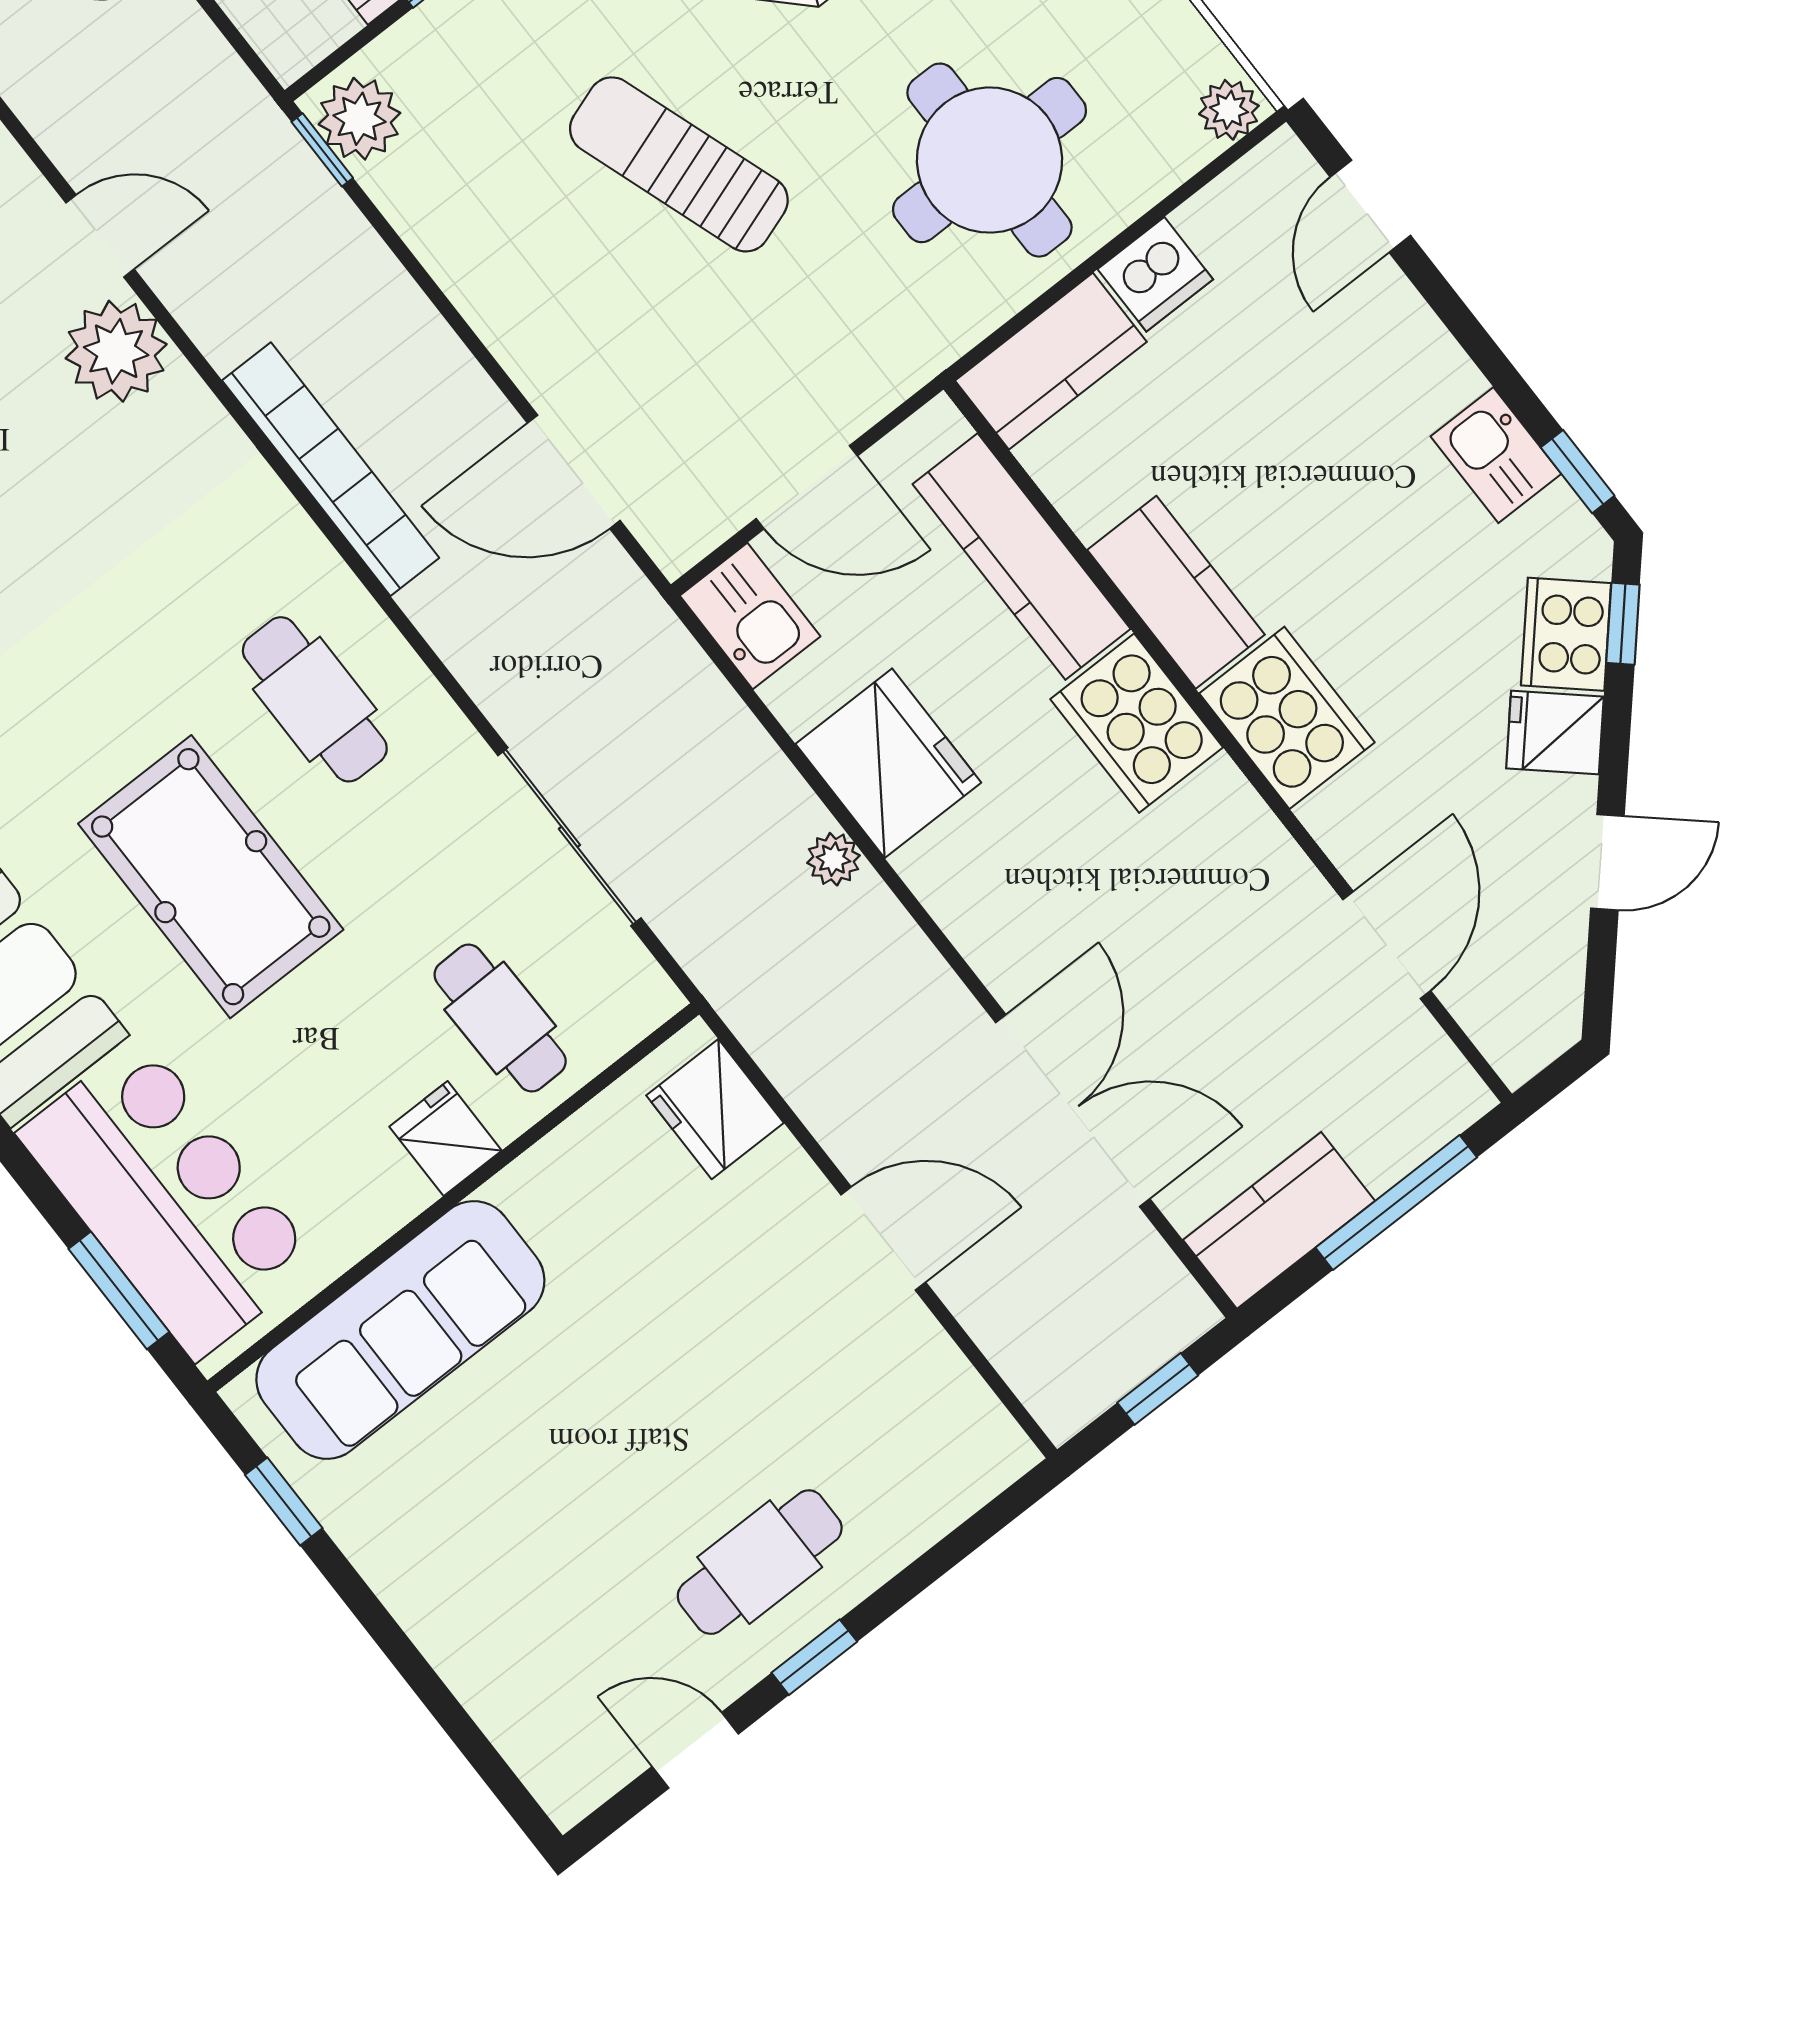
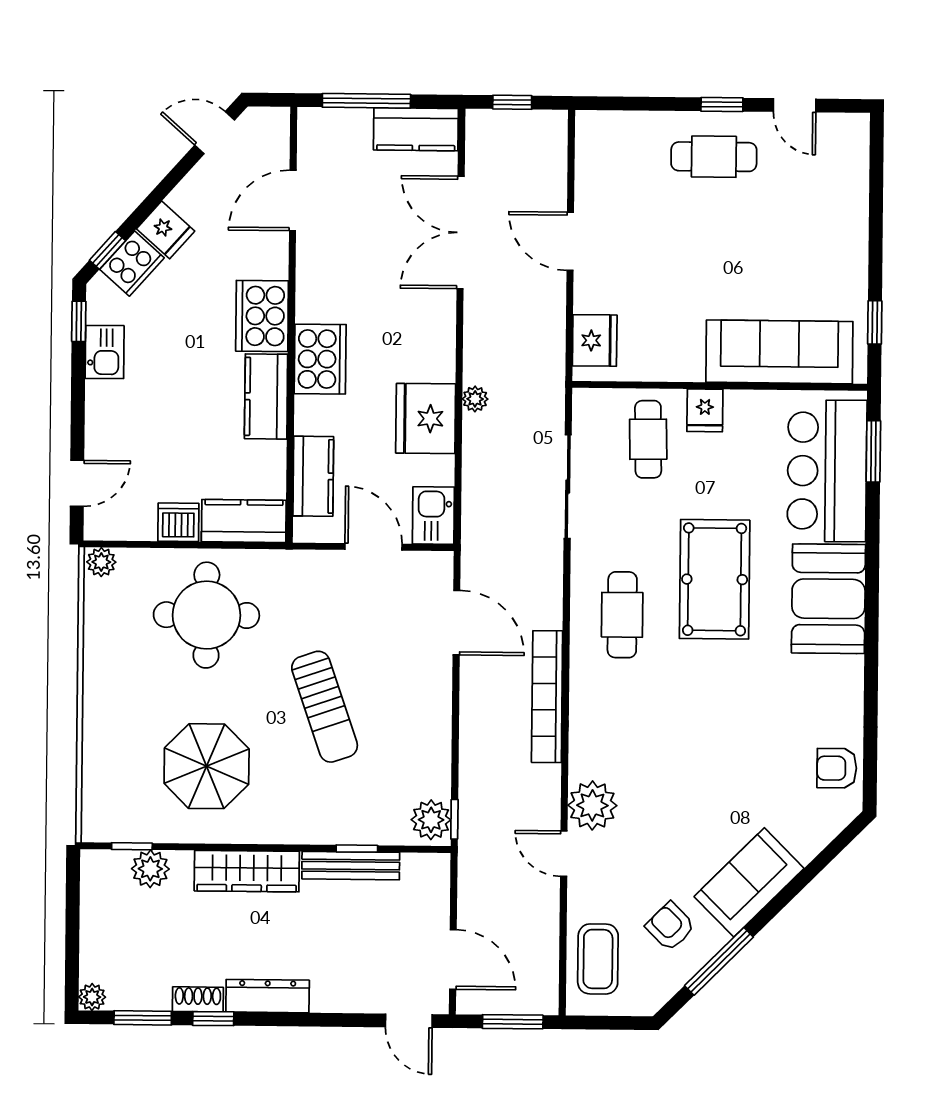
kitchen counter: (1022, 557) -> (313, 476), width x0.67
door: (1607, 862) -> (215, 133), moved

